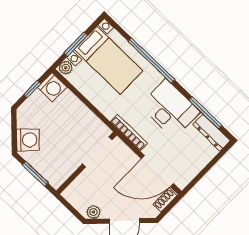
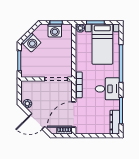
washing machine: (52, 87) -> (55, 31), moved
desk: (170, 109) -> (107, 89), width x0.73
door: (157, 171) -> (74, 115), hinge flipped

